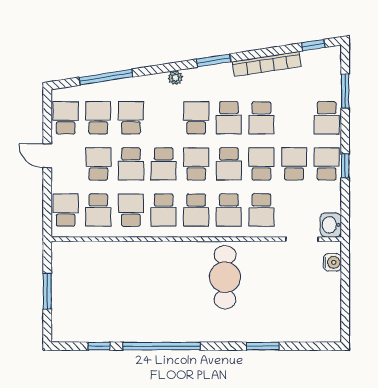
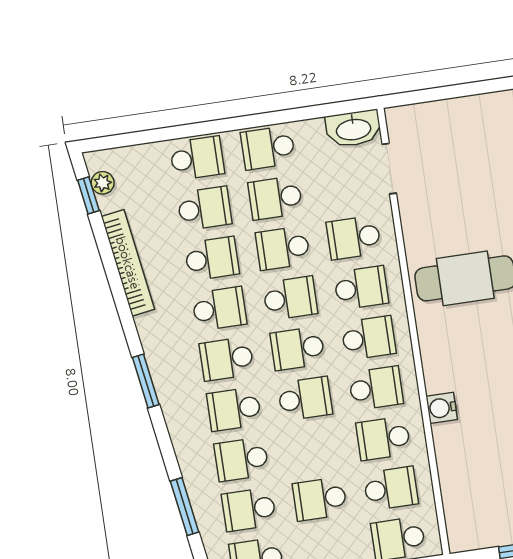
window: (214, 61) -> (146, 381), moved
window: (106, 77) -> (185, 507), width x0.69
plant: (175, 78) -> (103, 183), moved
window: (345, 91) -> (152, 136), removed
school desk: (294, 118) -> (204, 208), added
school desk: (131, 164) -> (234, 409), moved, turned 180
window: (345, 166) -> (267, 119), removed
school desk: (261, 210) -> (354, 238), turned 180
washbasin: (331, 225) -> (353, 129), width x1.38
water cooler: (332, 262) -> (442, 408), moved, turned -90

